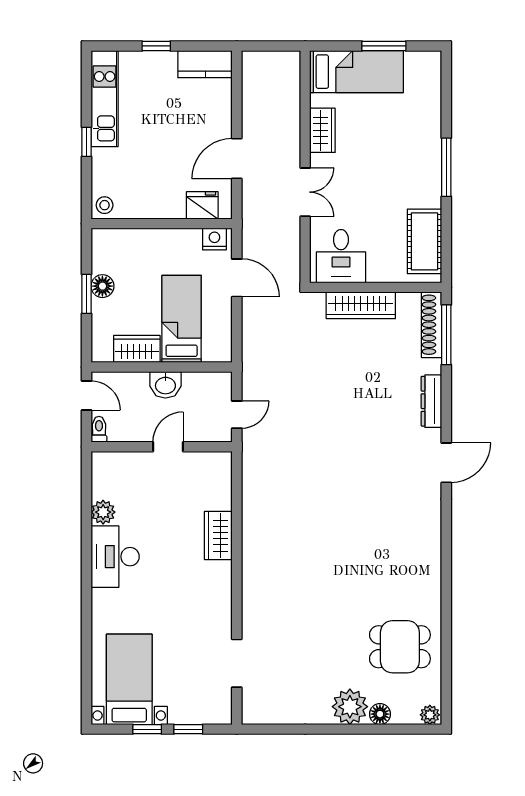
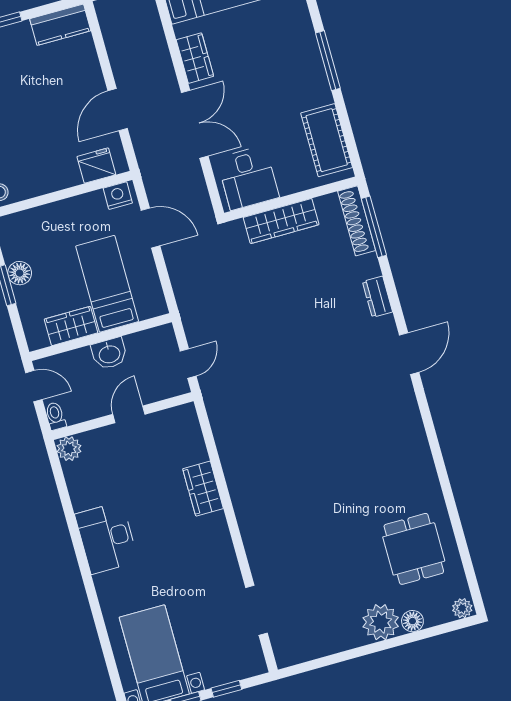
double door: (305, 192) -> (195, 124), width x1.37
dresser: (431, 401) -> (377, 297), width x0.70
plant: (103, 512) -> (69, 449), moved
dining table: (400, 647) -> (414, 549), turned 90

